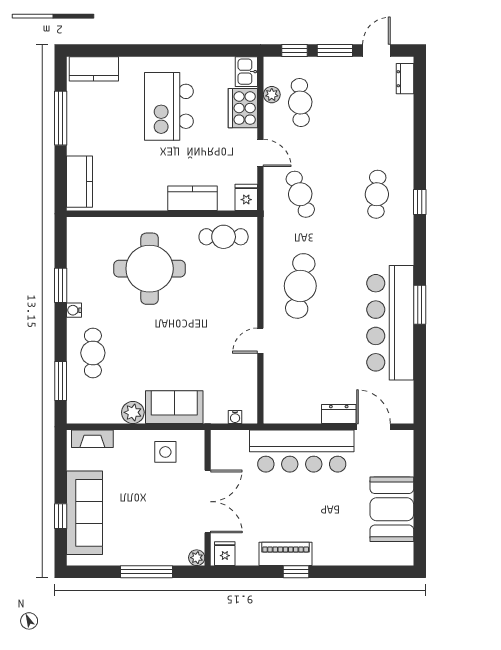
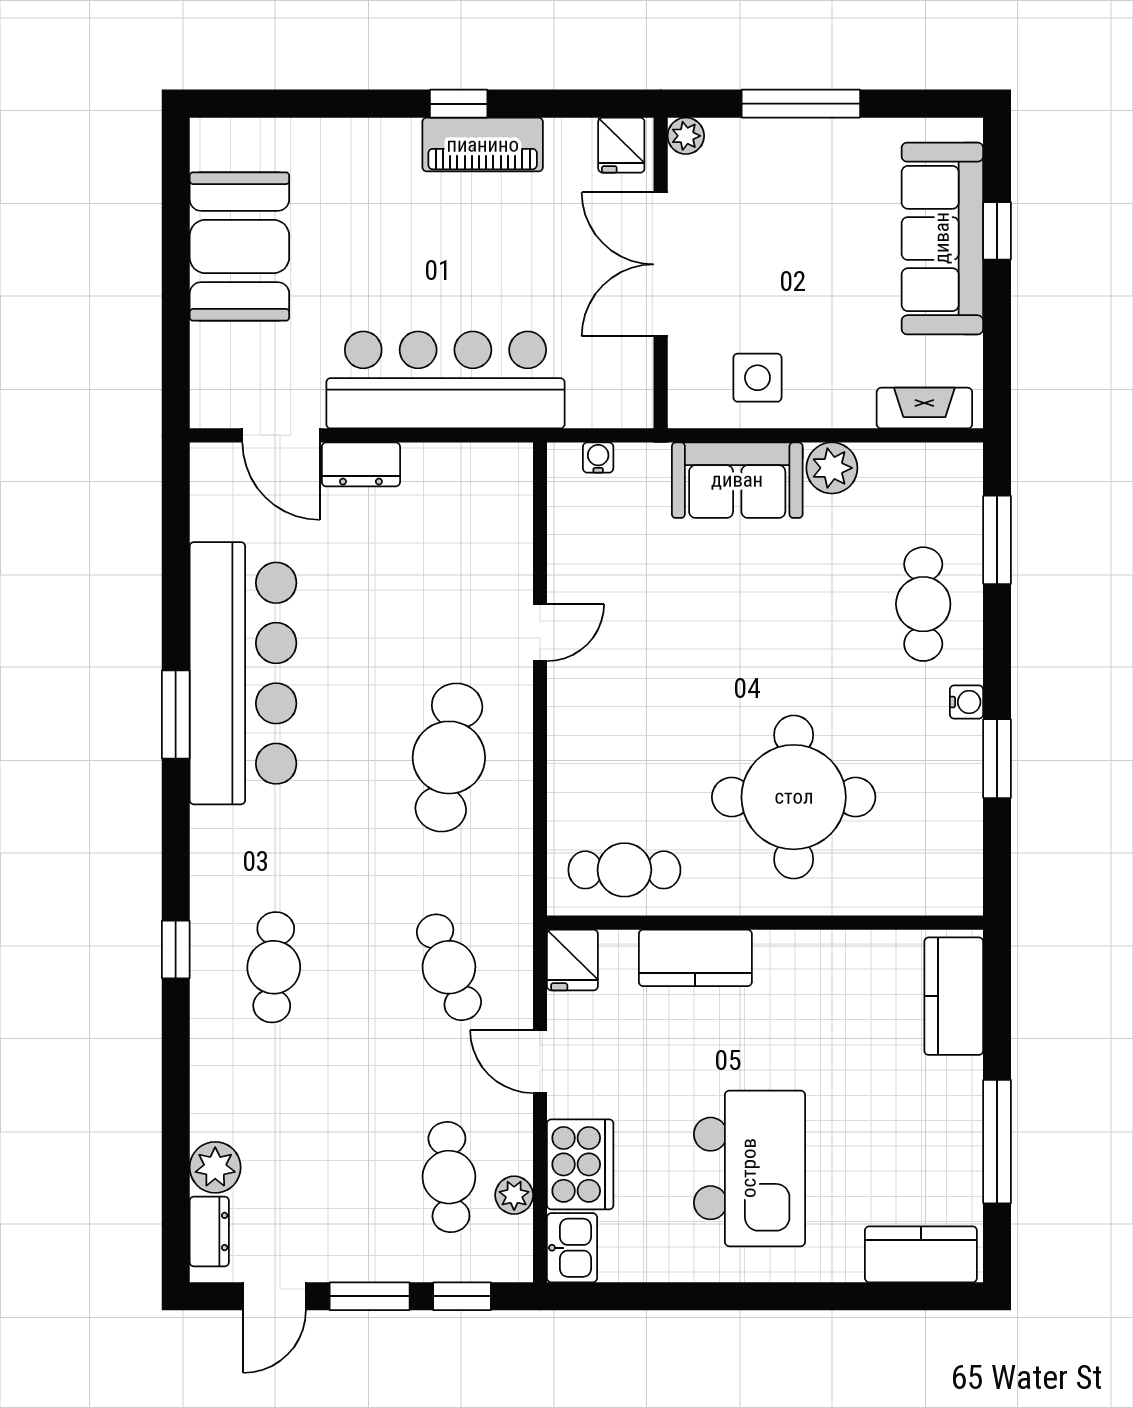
plant: (402, 107) -> (215, 1167), added

